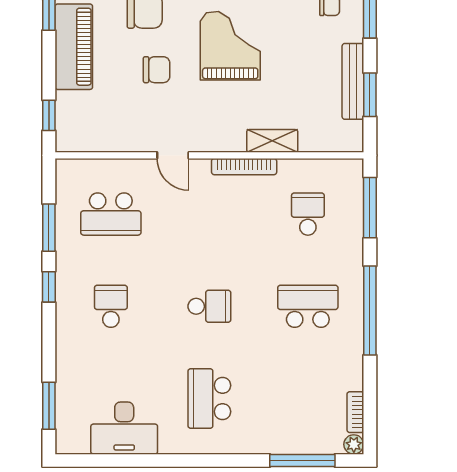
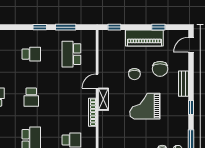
grand piano: (230, 46) -> (145, 106), turned 180
shelving: (272, 141) -> (103, 99), moved

